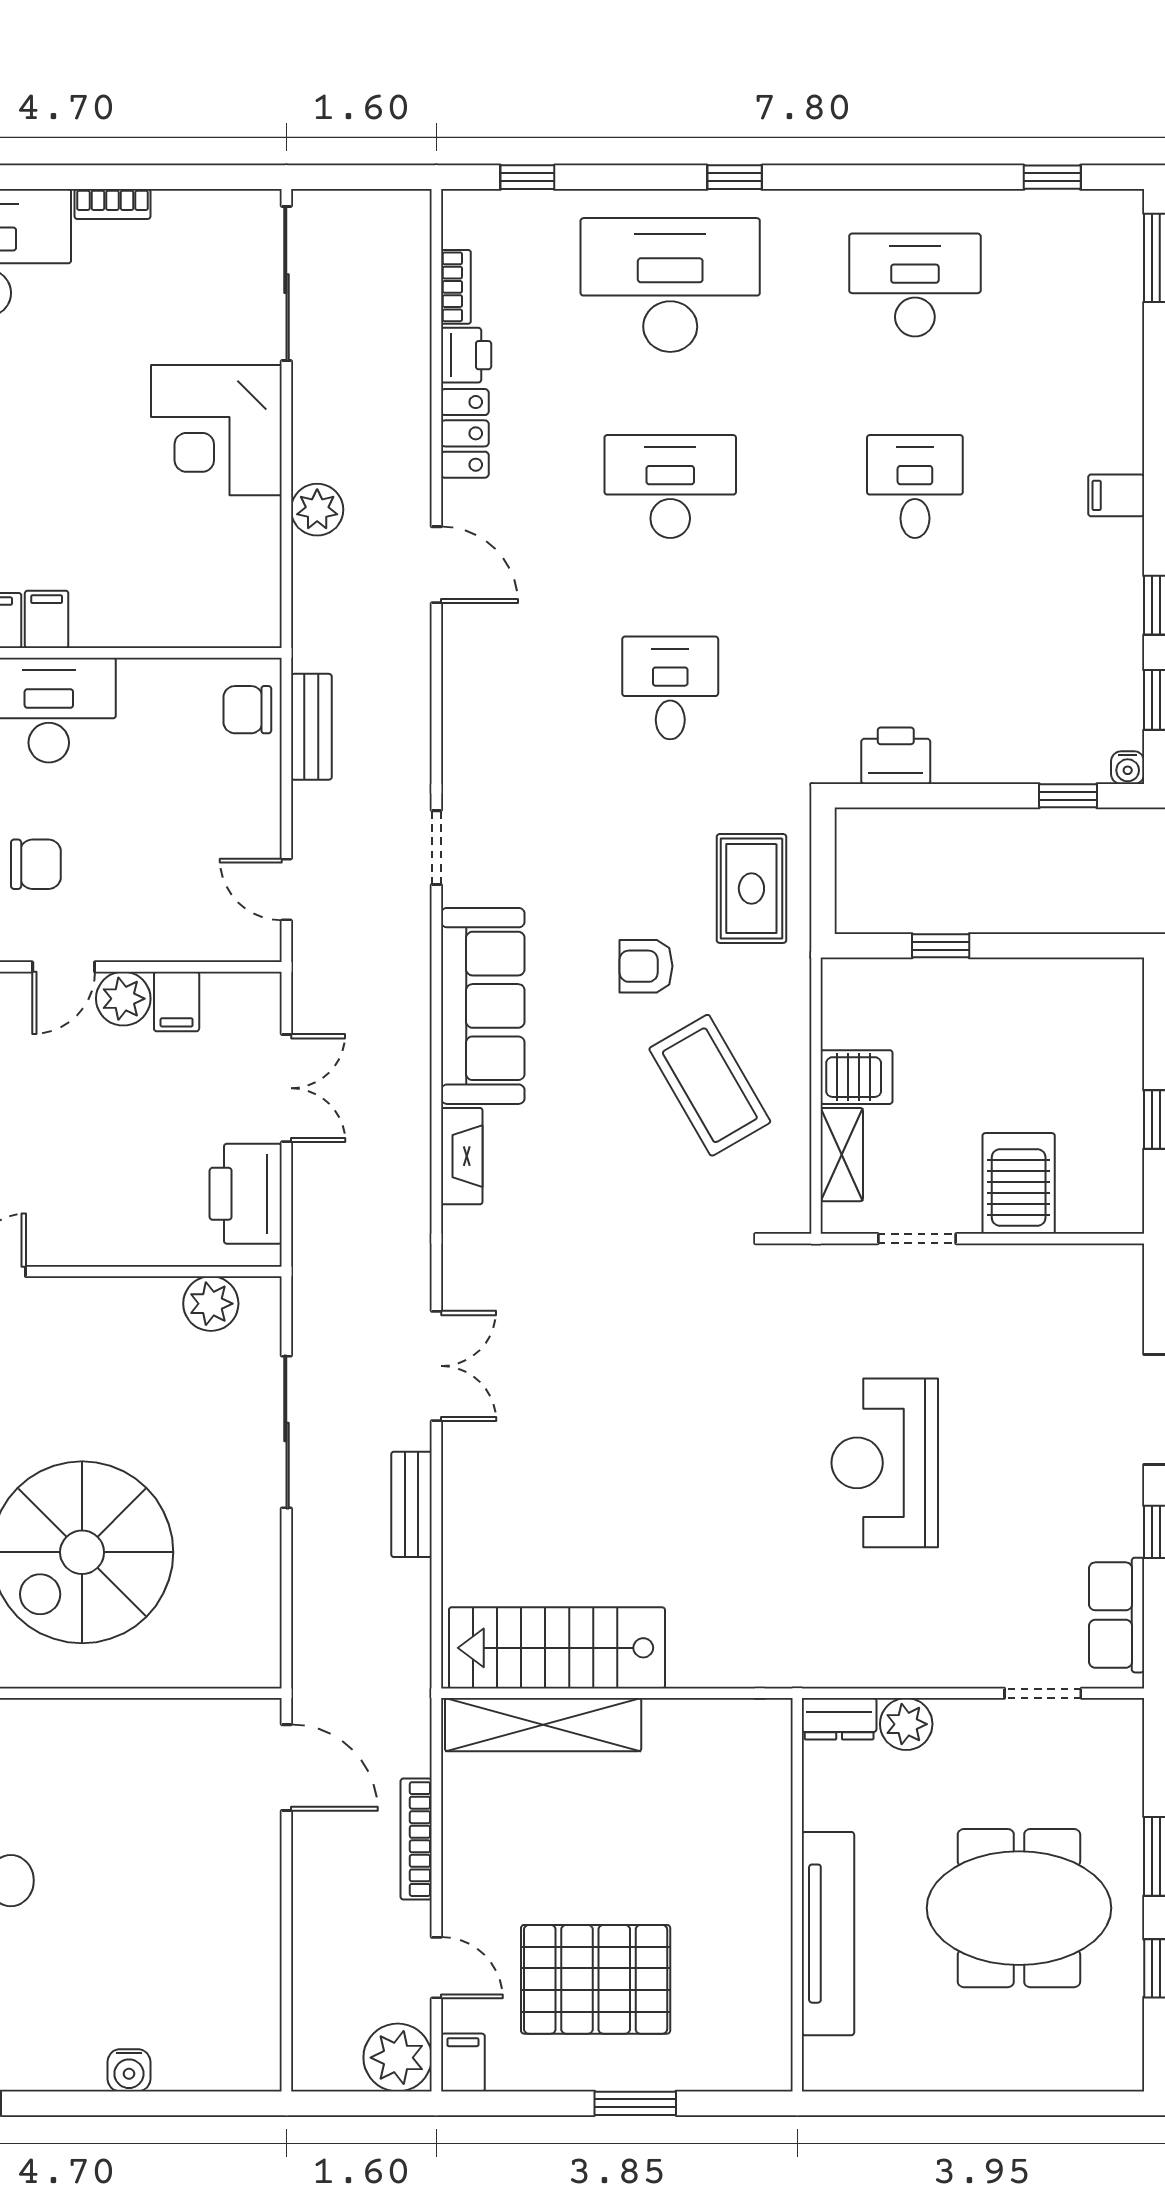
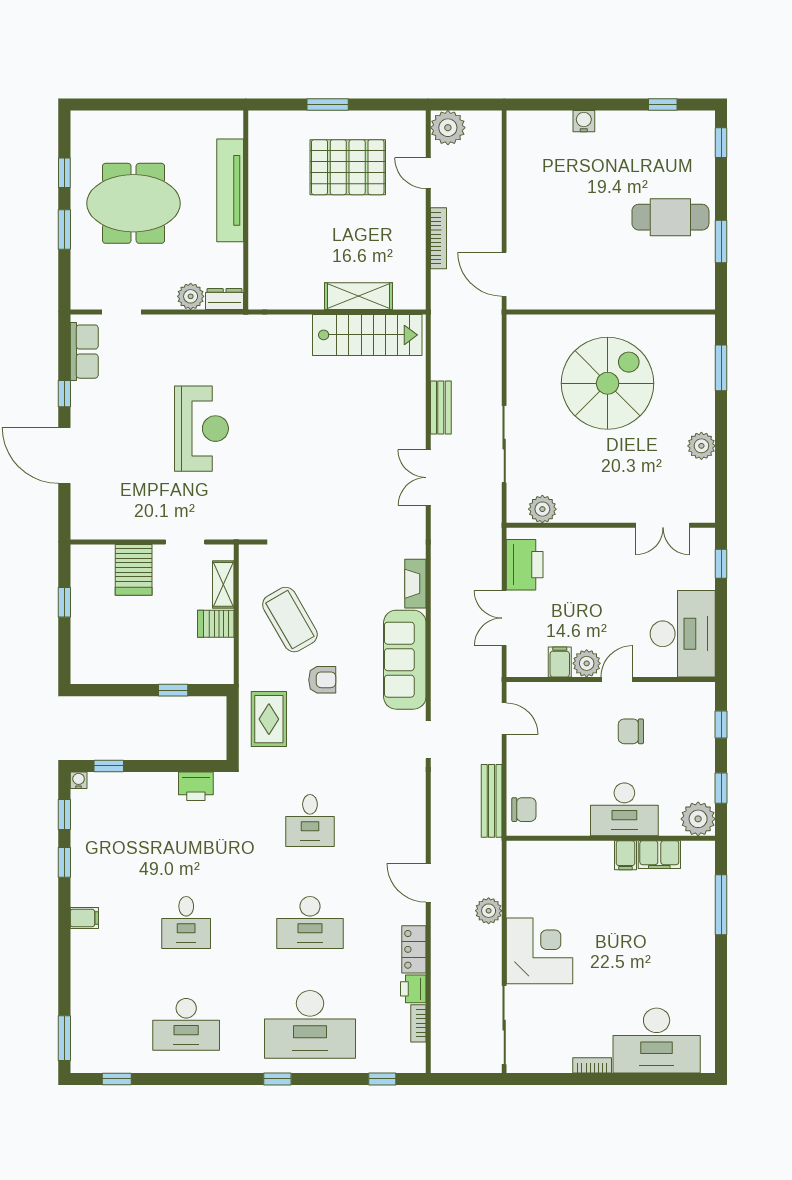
bench: (311, 727) -> (492, 801), width x1.36
shelving: (543, 1725) -> (358, 296), width x0.68
filing cabinet: (463, 2063) -> (415, 125), removed

